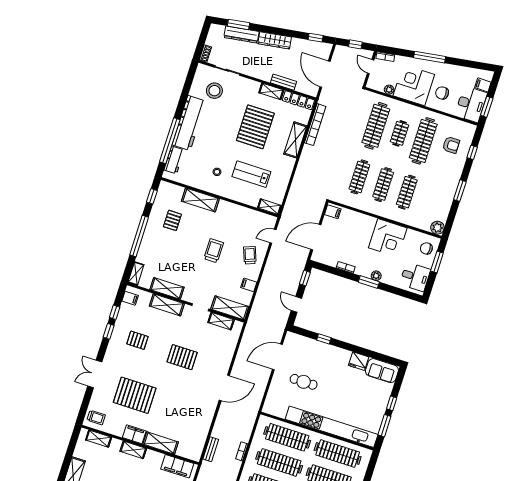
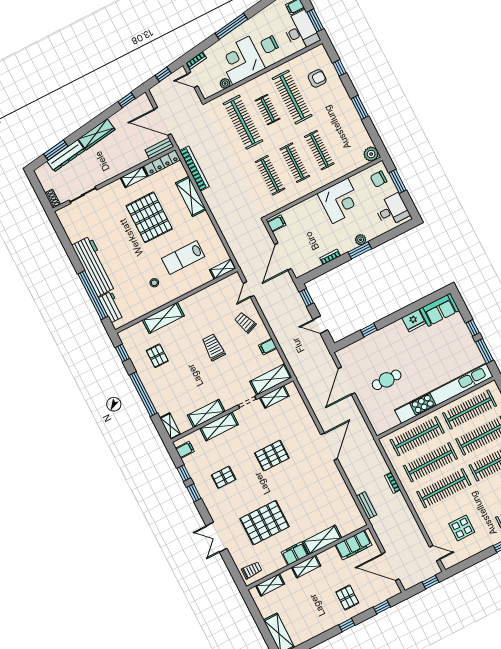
bench: (283, 82) -> (159, 148), moved
stool: (214, 91) -> (89, 221), removed

